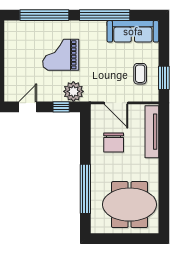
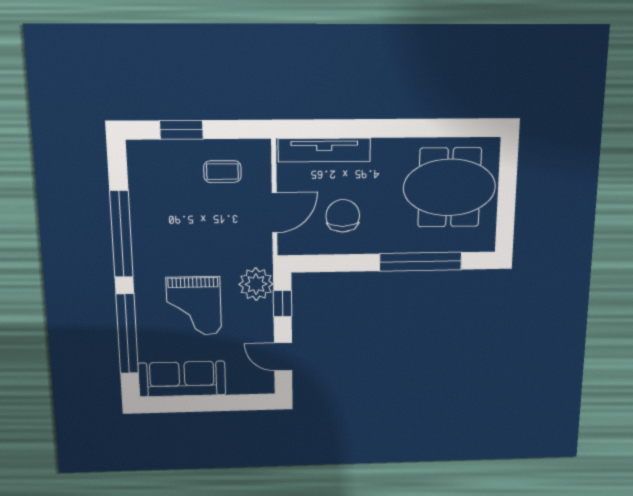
sofa: (133, 31) -> (182, 379), moved, turned -90
window: (164, 78) -> (181, 130), moved
chair: (114, 142) -> (343, 216), turned -90
meeting table: (130, 205) -> (449, 188), turned 90

